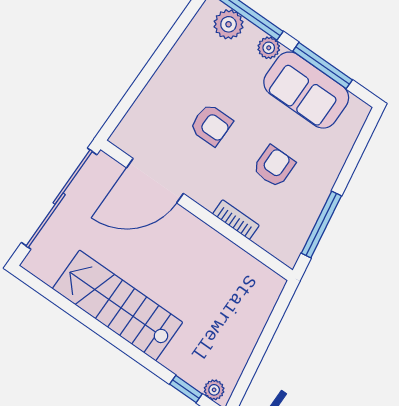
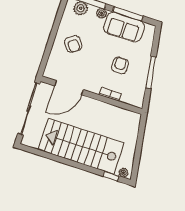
armchair: (211, 125) -> (73, 44), moved, turned 54
window: (321, 224) -> (151, 72), moved
stairs: (118, 305) -> (81, 146), width x1.36, depth x1.51

